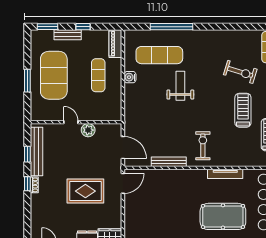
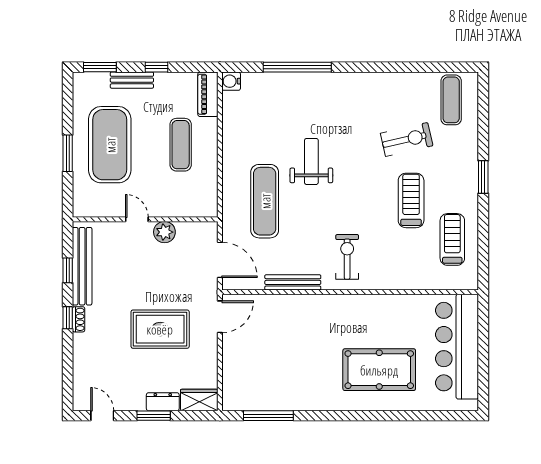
exercise mat: (159, 55) -> (265, 201), moved, turned 90
exercise bike: (240, 72) -> (407, 139), turned -30
water cooler: (130, 77) -> (231, 81), moved
tv unit: (225, 174) -> (383, 302), removed

